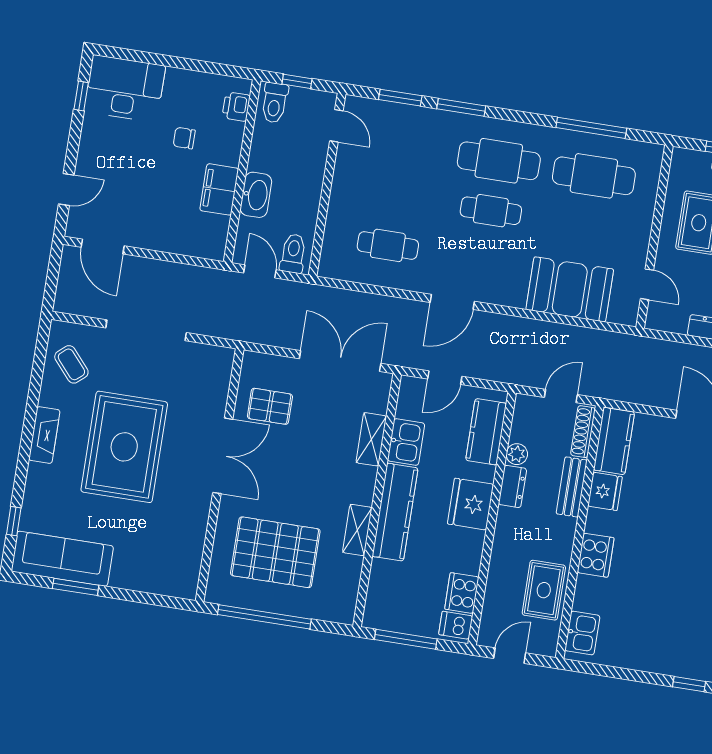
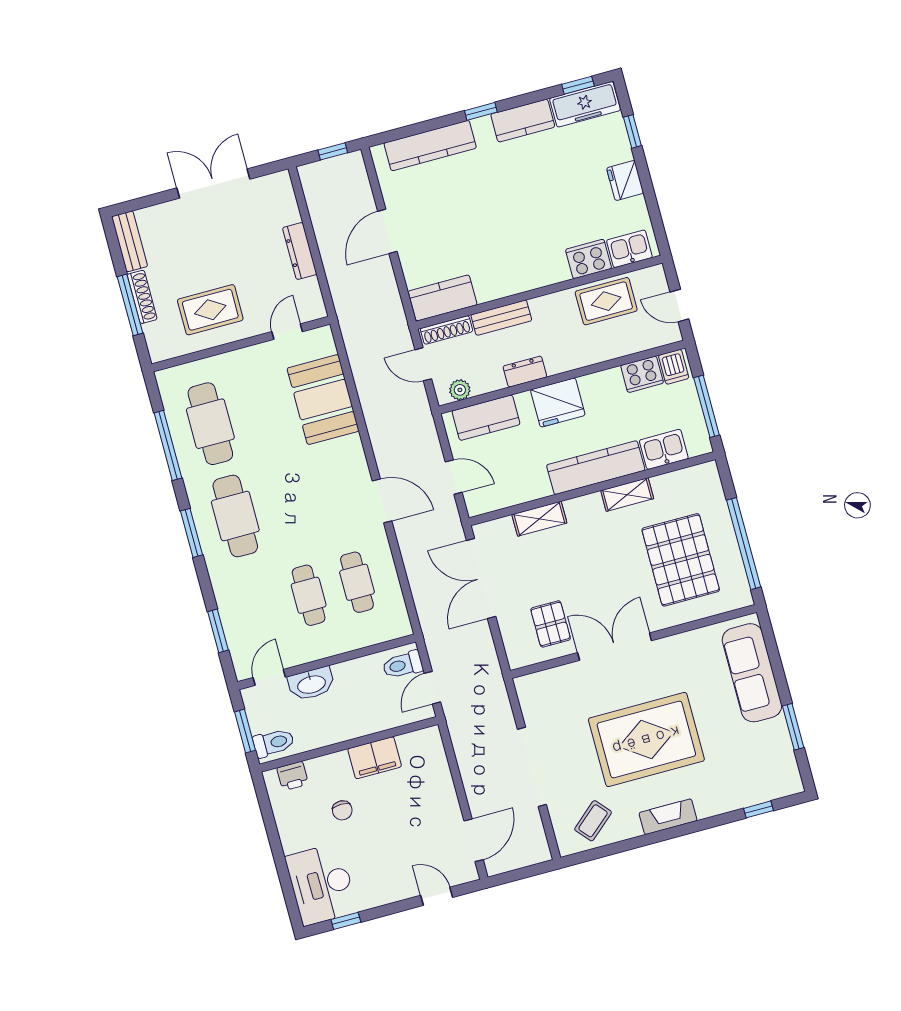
window: (297, 81) -> (245, 731), width x1.50
window: (461, 107) -> (192, 533), moved
washbasin: (256, 195) -> (311, 684), moved, turned 180
cafe table: (491, 211) -> (309, 595), moved
kitchen sink: (406, 442) -> (664, 449), moved
plant: (517, 454) -> (460, 390), moved
fridge: (605, 491) -> (625, 181), moved, turned -90
cooker: (596, 555) -> (589, 259), moved
sofa: (62, 559) -> (752, 673), moved

